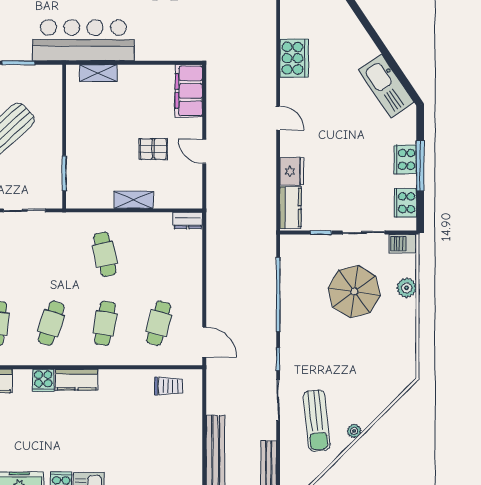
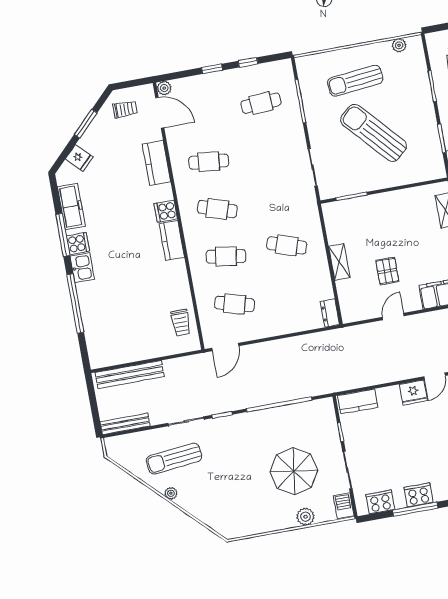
fridge: (292, 171) -> (413, 392), moved
cafe table: (105, 254) -> (287, 245), turned 30

